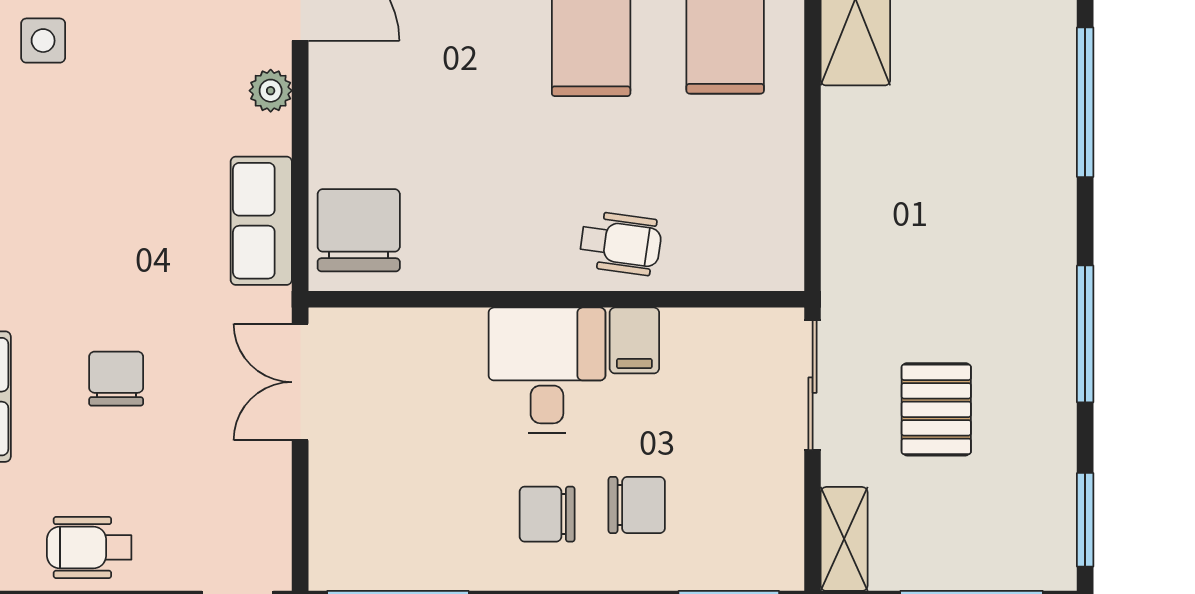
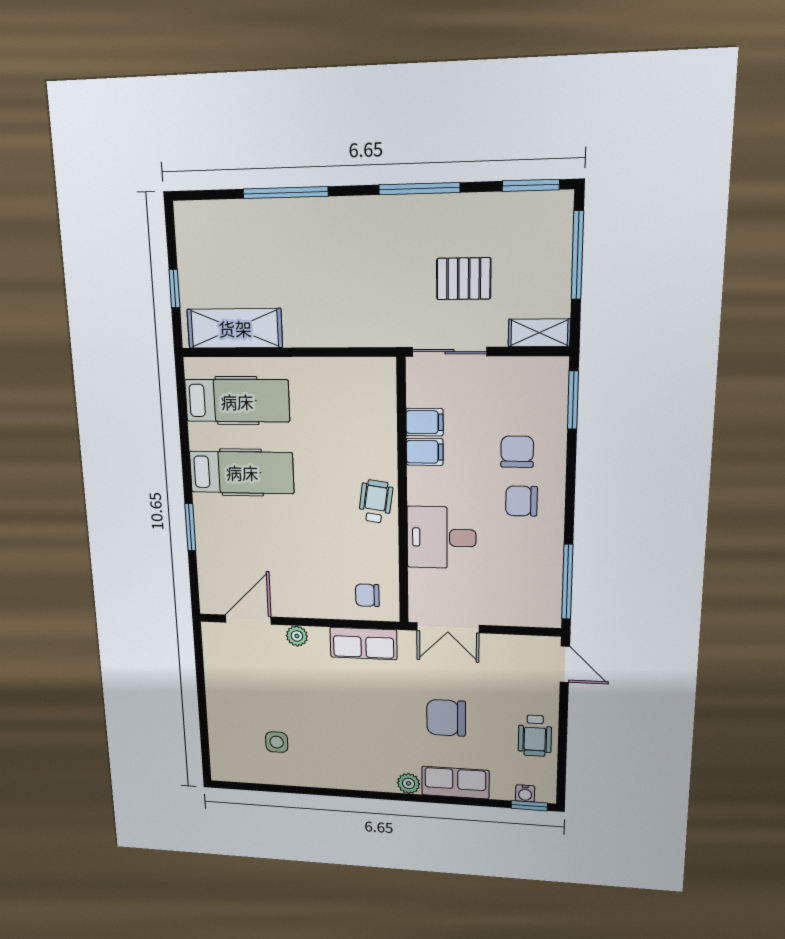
chair: (359, 230) -> (367, 595), width x0.54, depth x0.54
wheelchair: (621, 243) -> (376, 501), moved
filing cabinet: (688, 341) -> (425, 422), added
desk: (547, 370) -> (441, 538), moved
chair: (116, 379) -> (446, 718), width x1.37, depth x1.37
chair: (547, 514) -> (521, 501), turned 90

